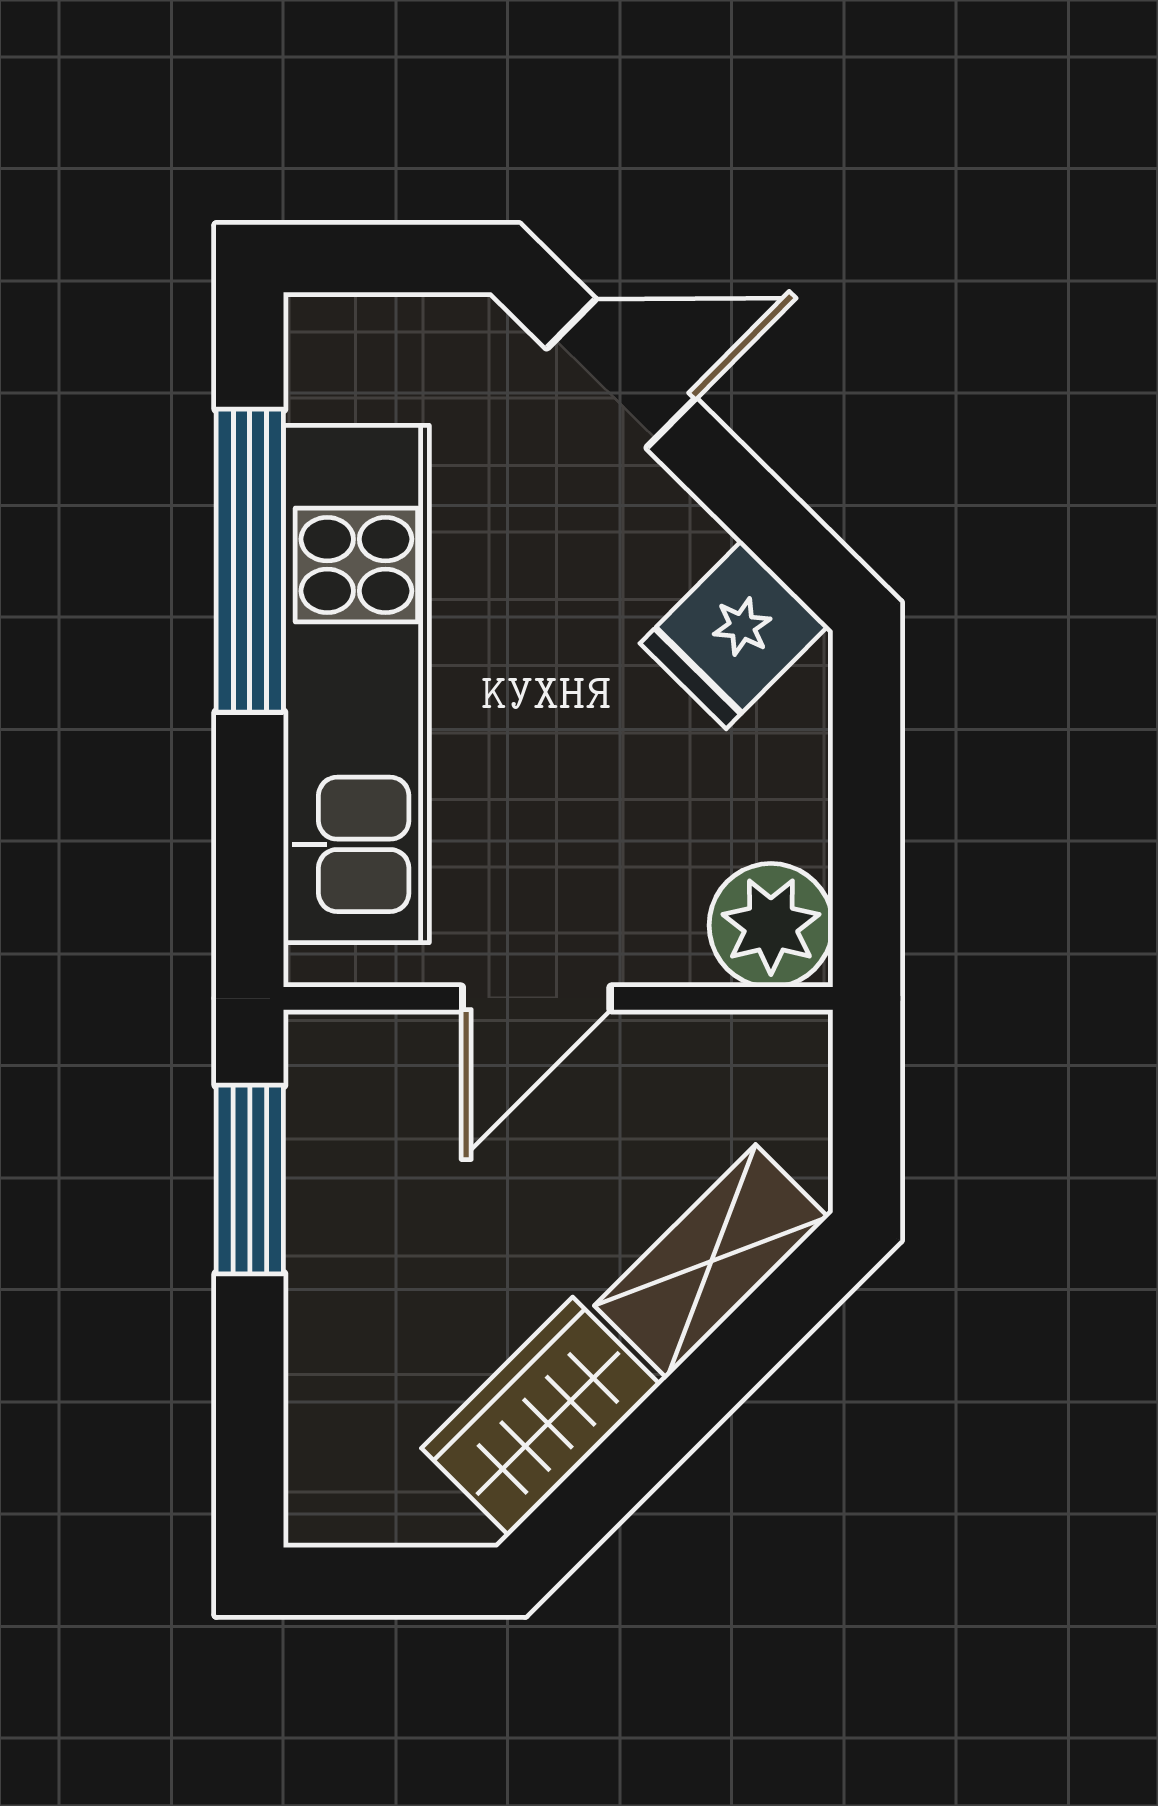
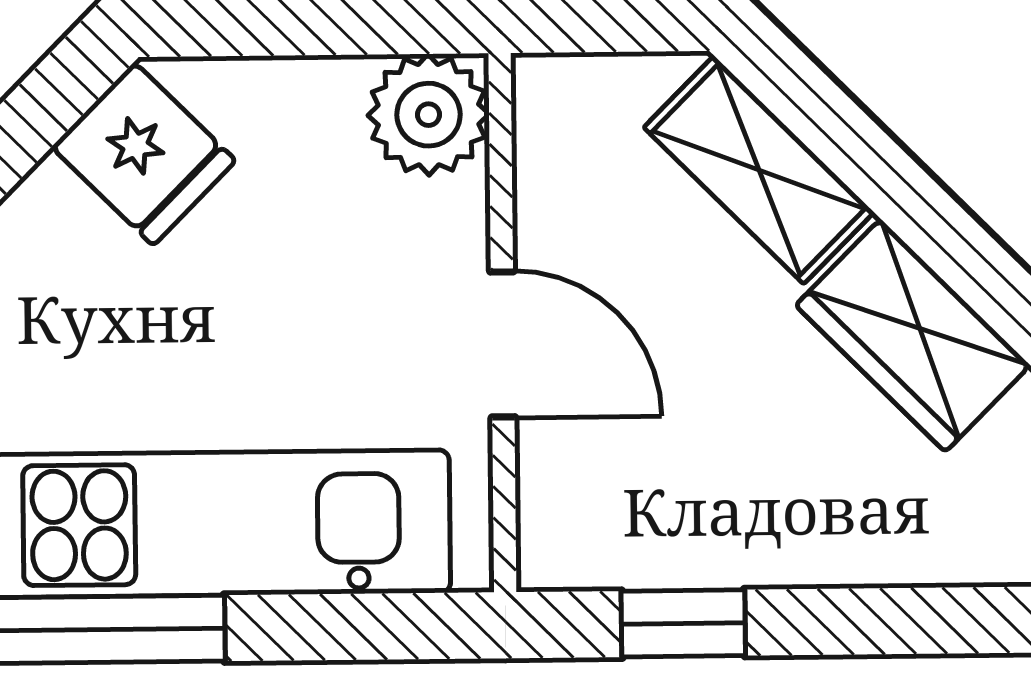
window: (250, 1179) -> (683, 623), width x0.67

